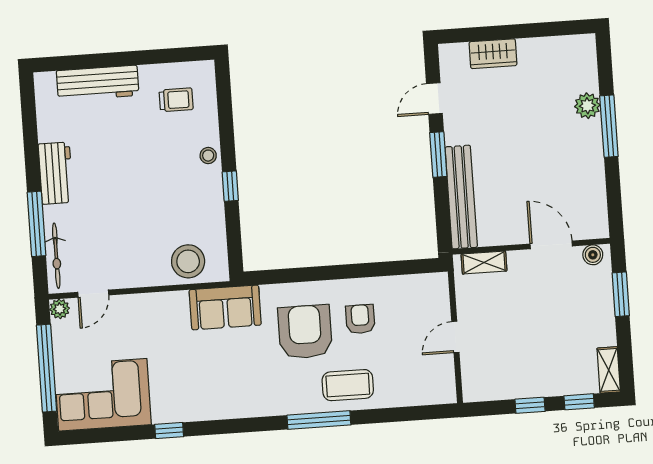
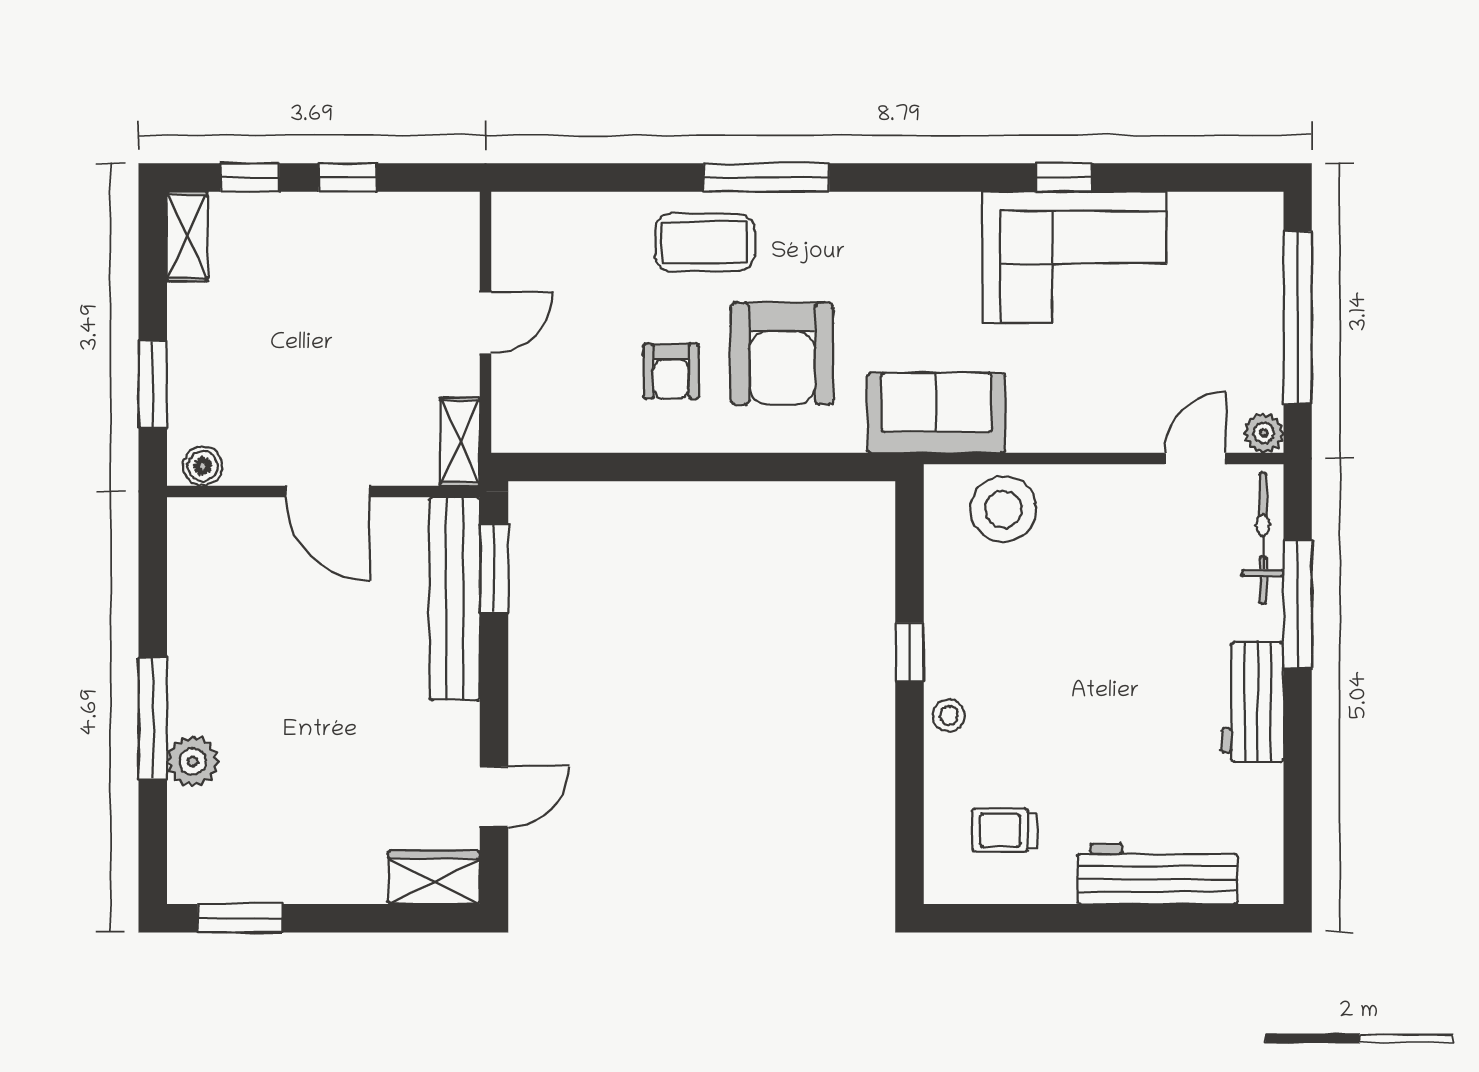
window: (558, 28) -> (240, 918), added
wardrobe: (493, 54) -> (434, 877), moved
window: (438, 155) -> (494, 568), moved
door: (551, 245) -> (328, 491), moved
shelving: (484, 263) -> (460, 442), moved, turned 90
corner sofa: (103, 395) -> (1074, 257), moved

